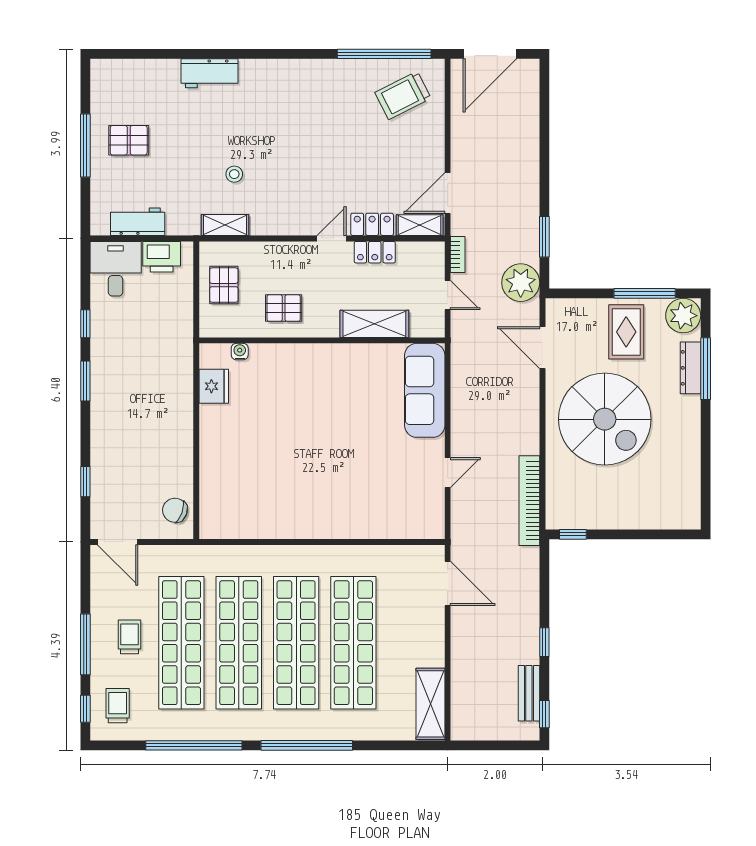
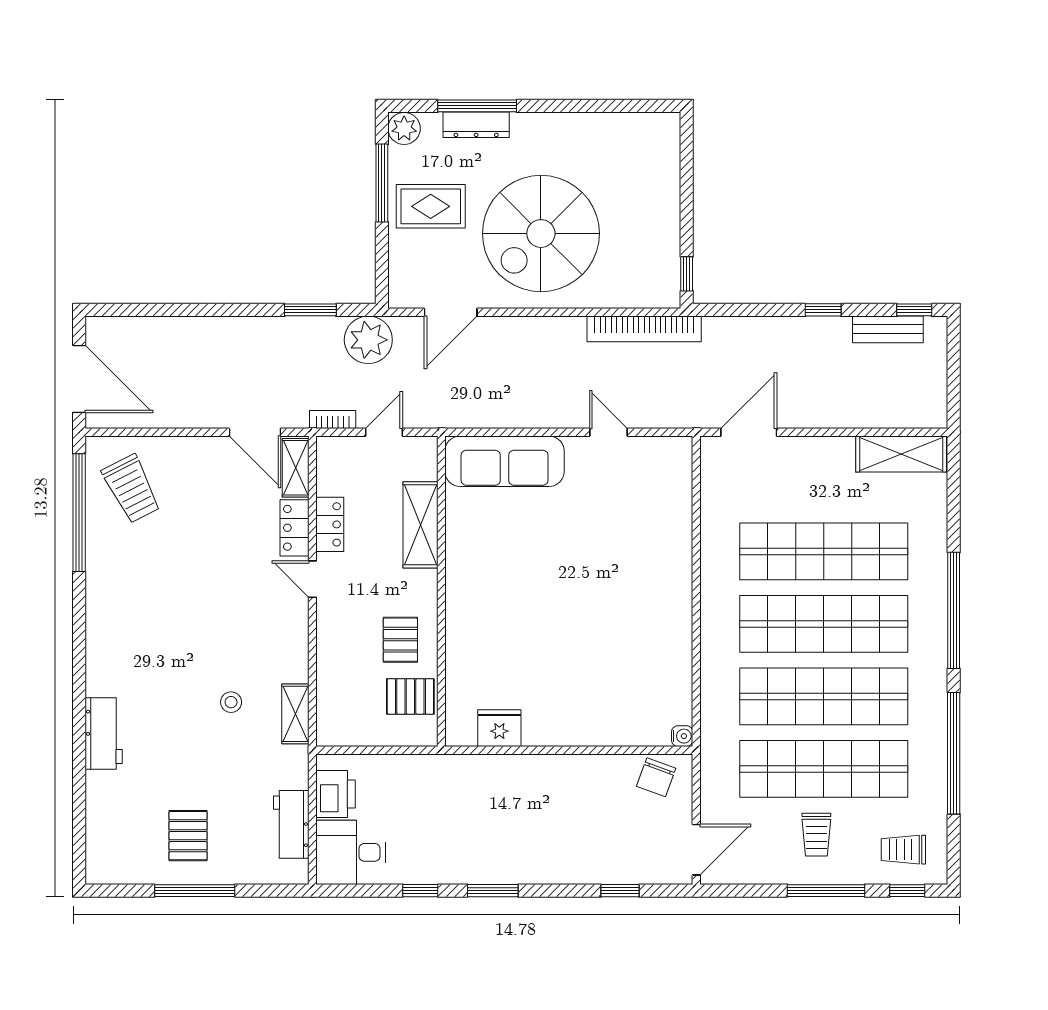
pallet: (224, 285) -> (410, 696), moved
plant: (683, 316) -> (404, 128), width x0.73, depth x0.73
water cooler: (240, 352) -> (682, 736), moved, turned 180
spiral stairs: (605, 419) -> (541, 234), turned 180
trolley: (129, 637) -> (816, 835), turned -90

